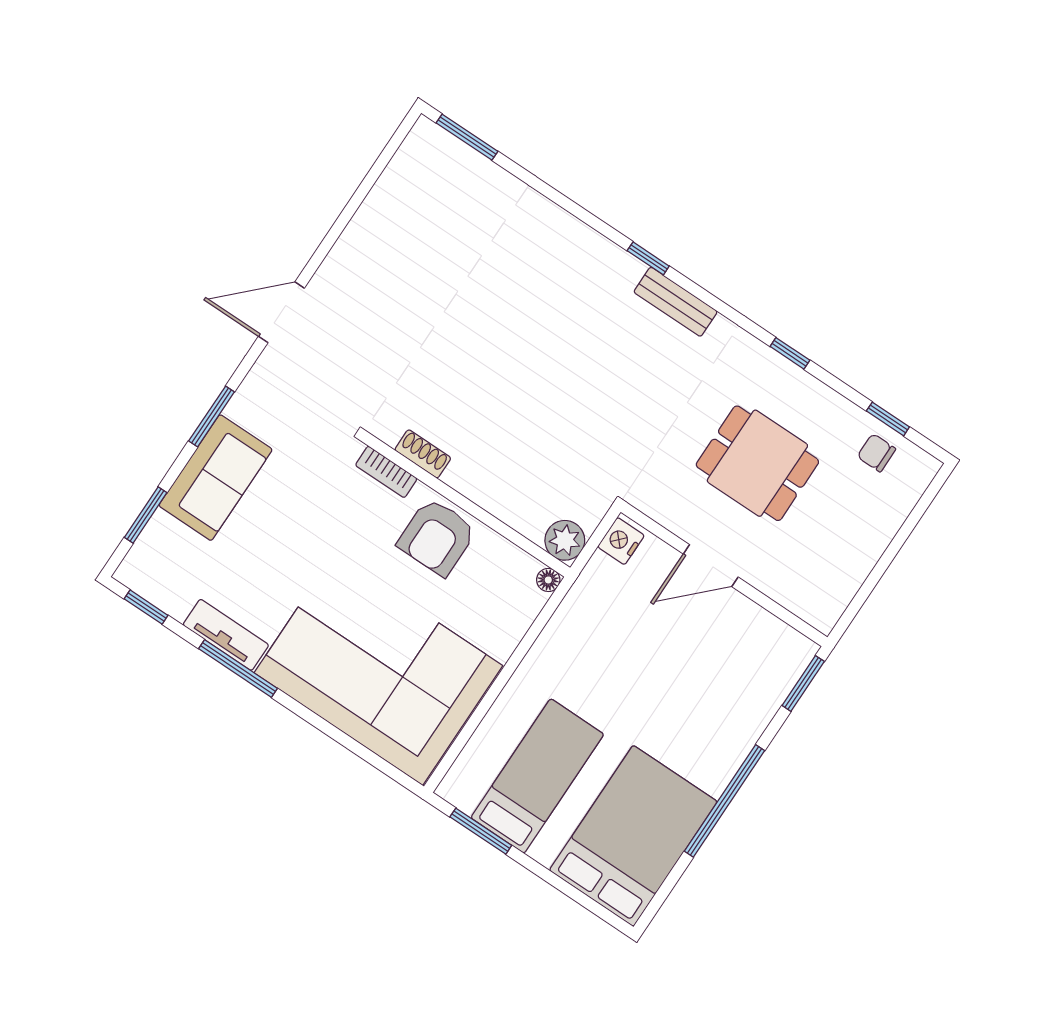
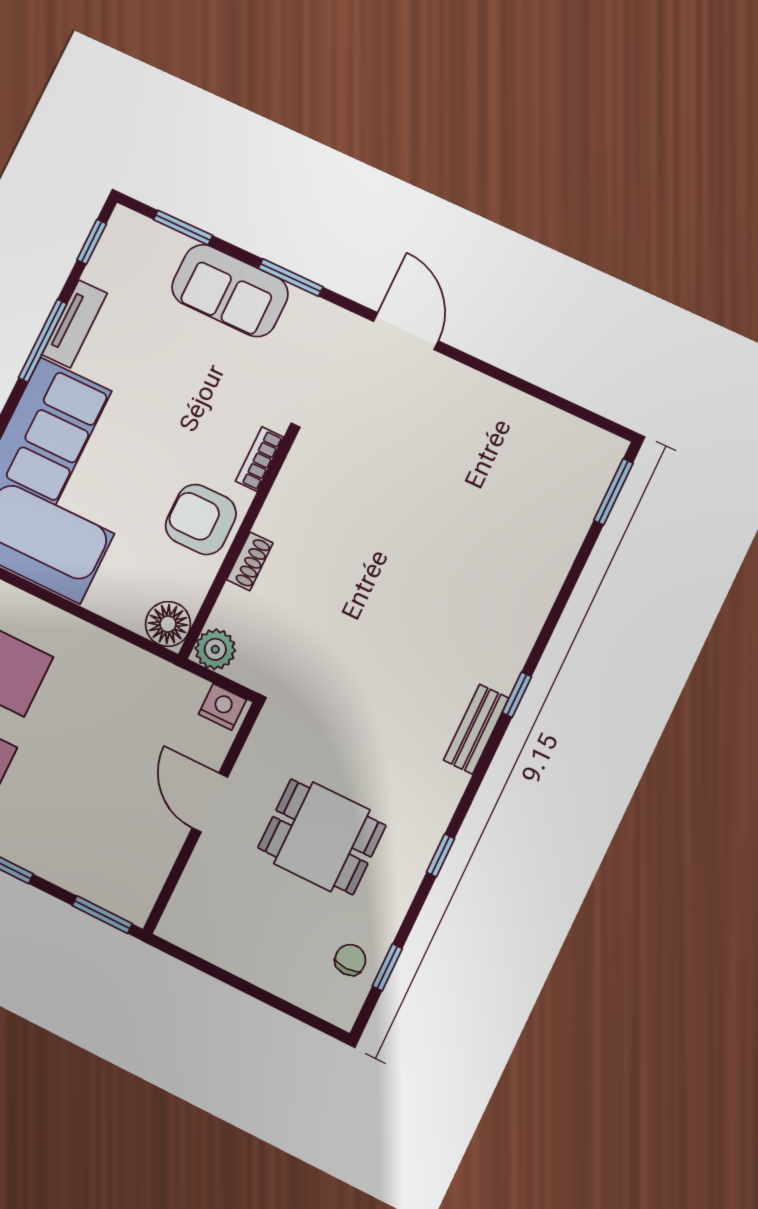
shoe rack: (423, 454) -> (250, 561), moved
dining table: (757, 463) -> (322, 837), turned 90
floor lamp: (548, 580) -> (168, 624), width x1.89, depth x1.89

